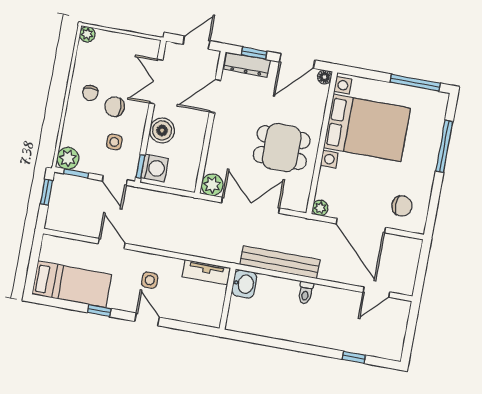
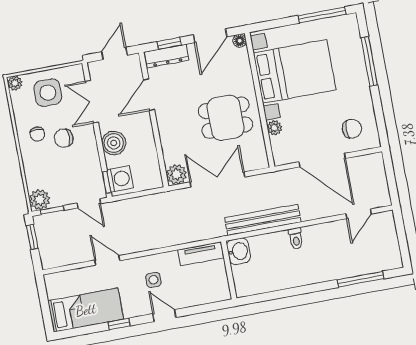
side table: (114, 142) -> (48, 93), moved, width x1.87, depth x1.87
plant: (320, 208) -> (274, 128), moved
window: (354, 357) -> (361, 279), width x2.17

